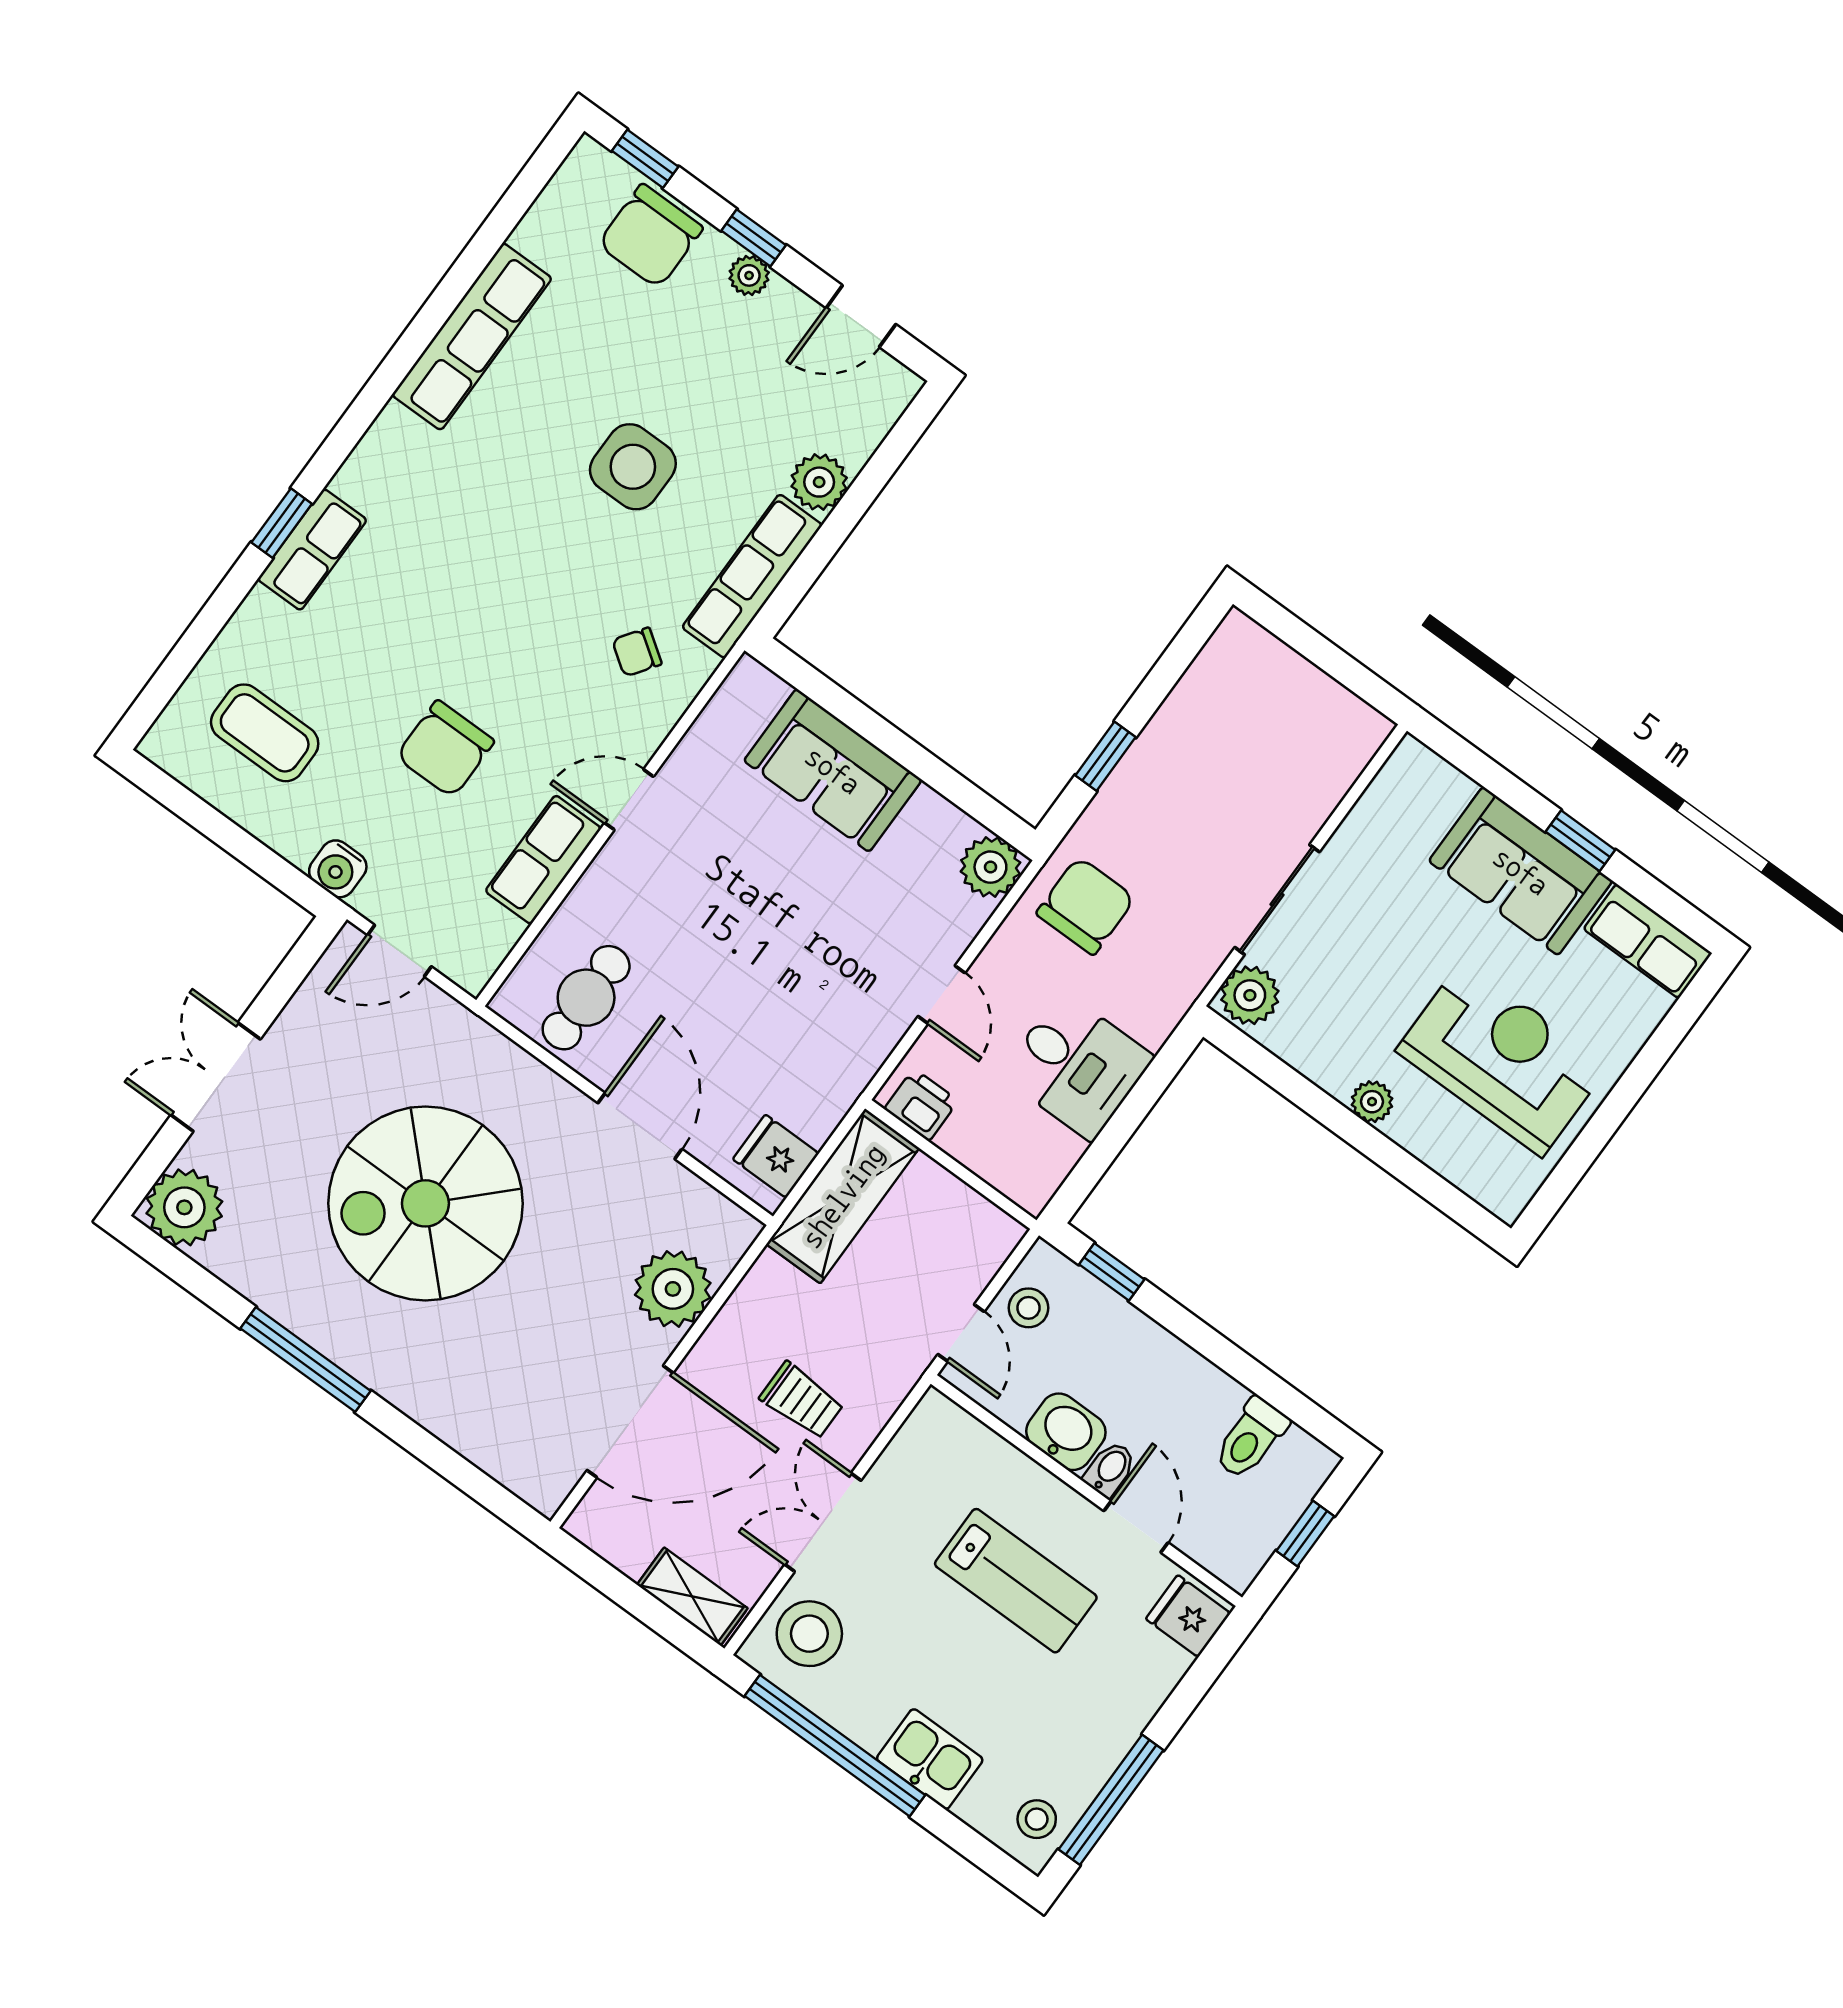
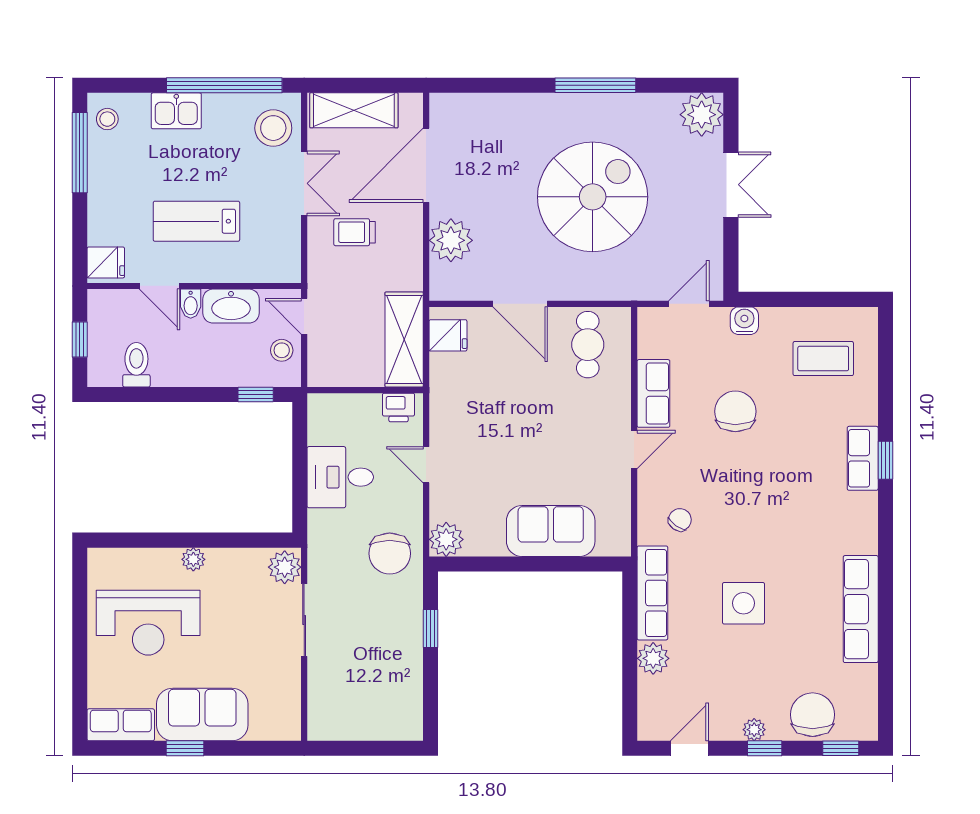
washbasin: (1066, 1432) -> (231, 306), width x1.38
shelving: (692, 1597) -> (354, 110), width x1.50, depth x1.33

